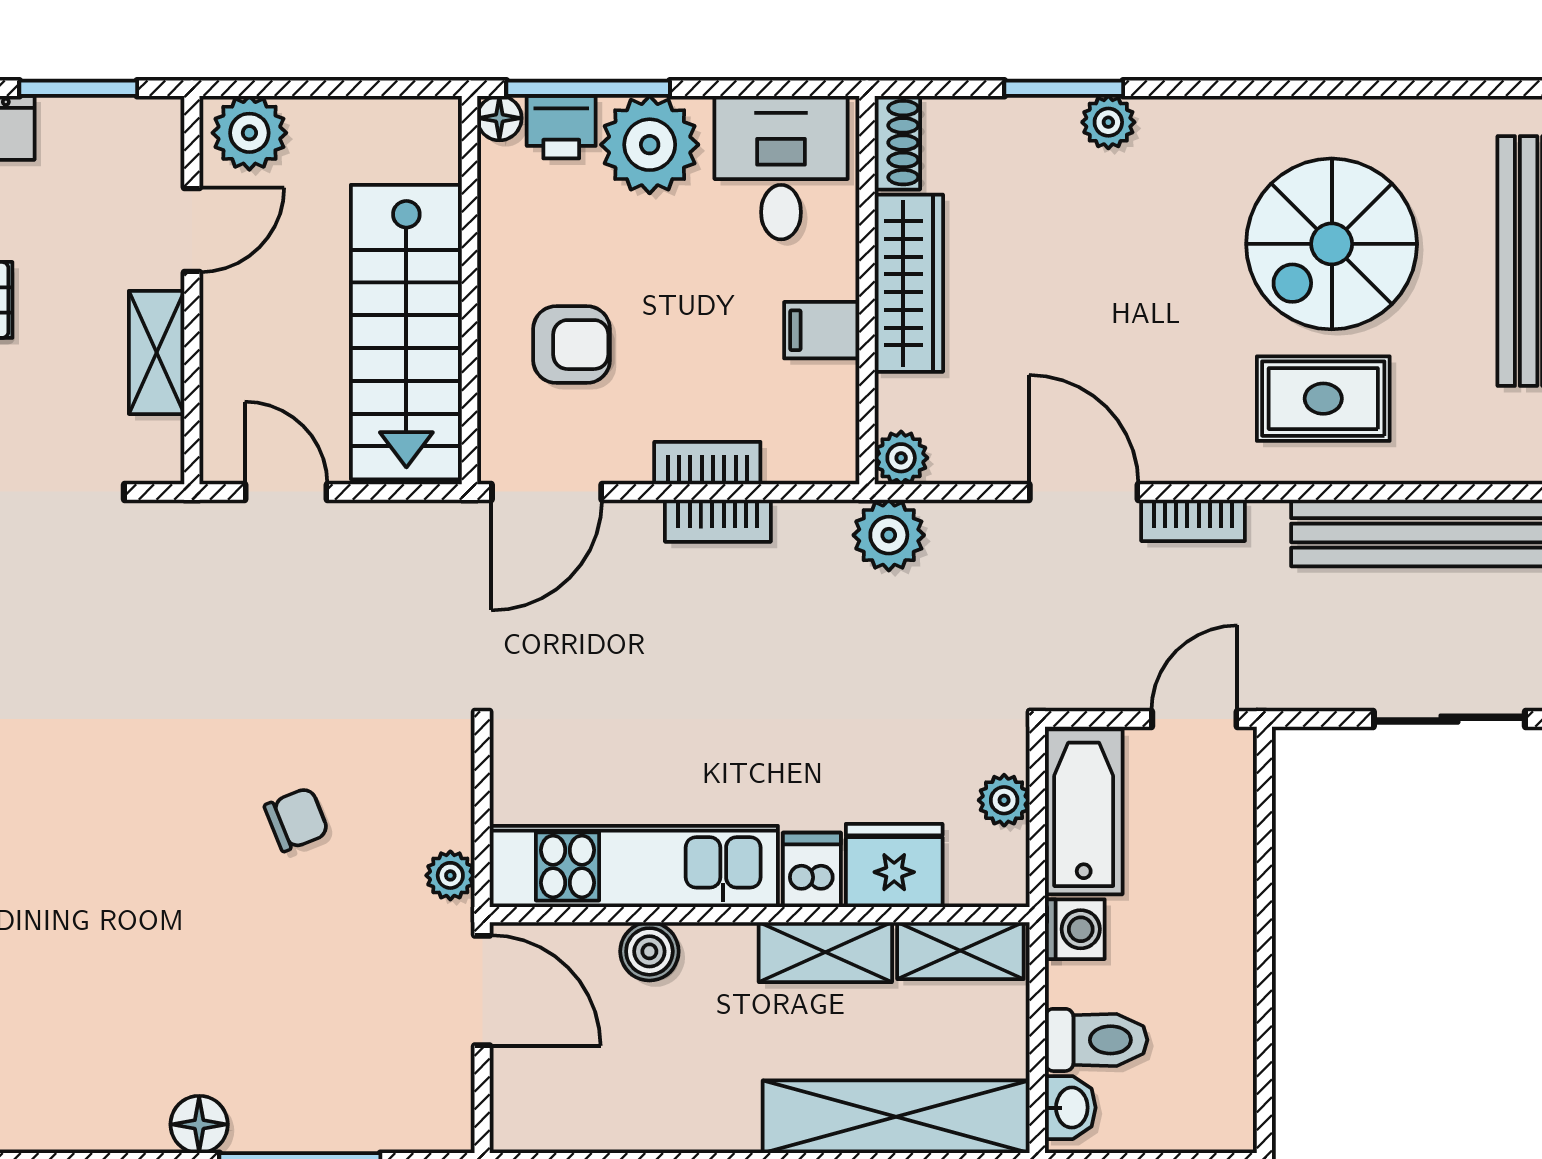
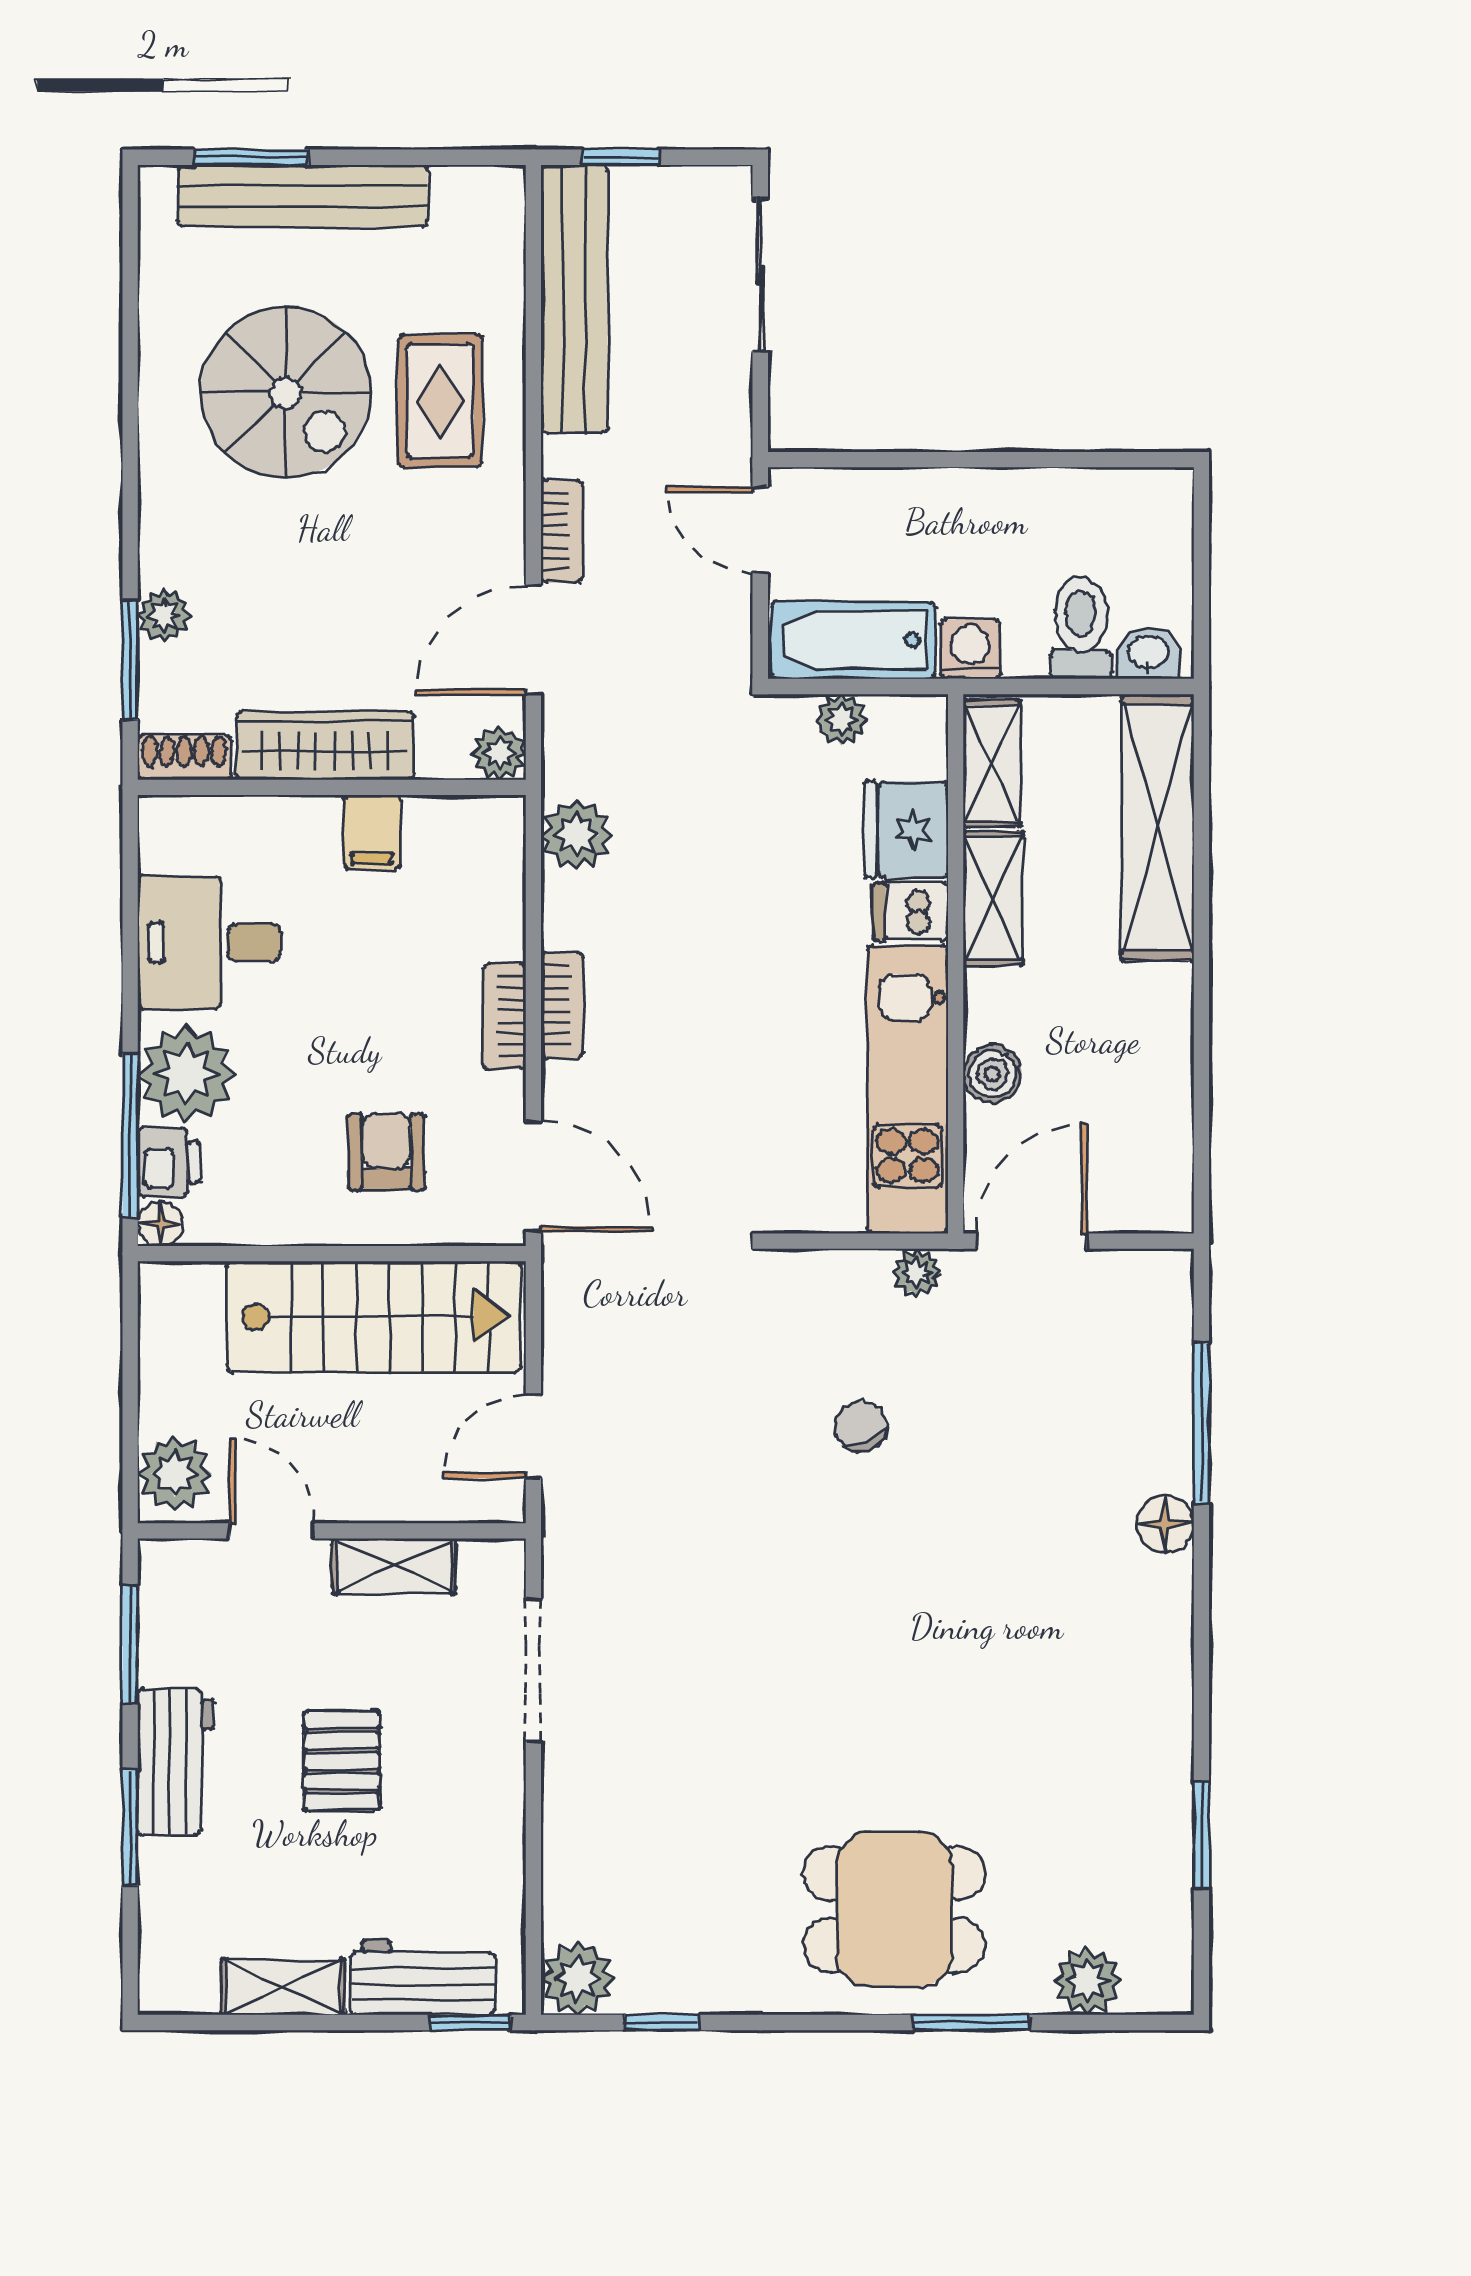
shoe rack: (897, 143) -> (185, 757), moved
wardrobe: (909, 283) -> (325, 746), moved
wall: (867, 290) -> (332, 787), moved
filing cabinet: (822, 330) -> (372, 833), moved
plant: (901, 458) -> (499, 753), moved

